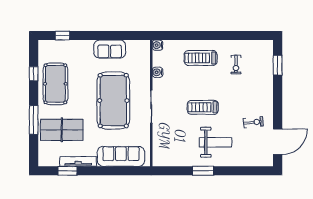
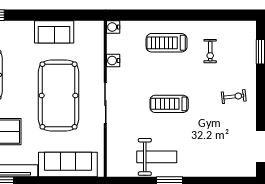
exercise bike: (253, 122) -> (234, 97), moved
weight bench: (215, 142) -> (157, 157), moved

